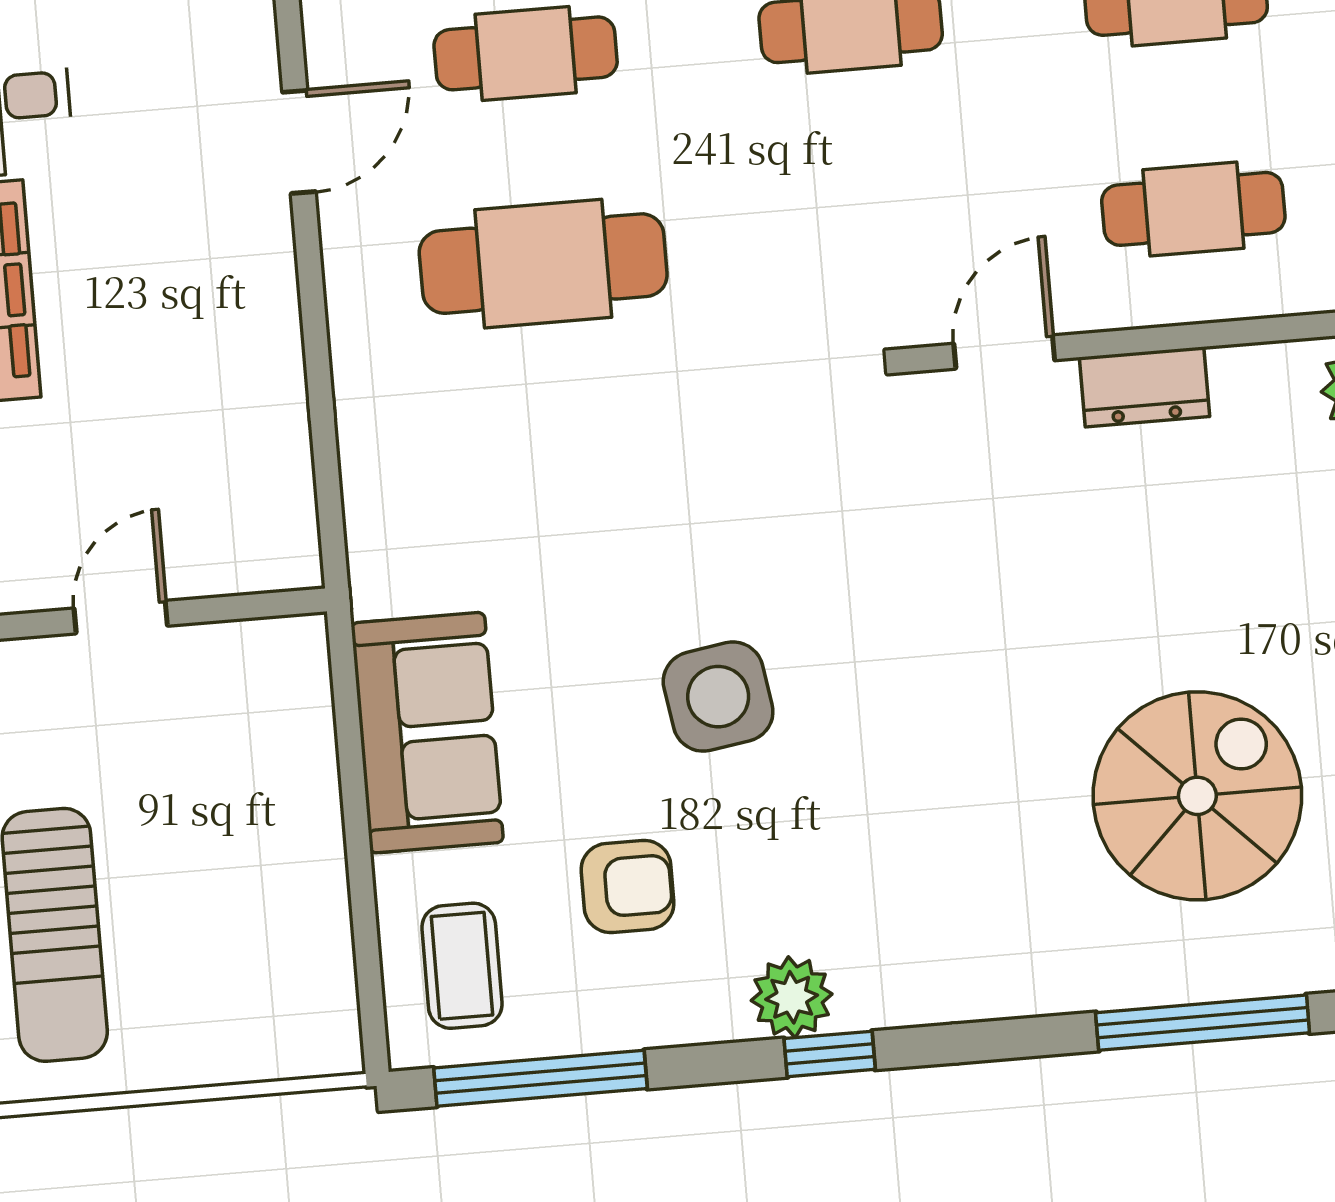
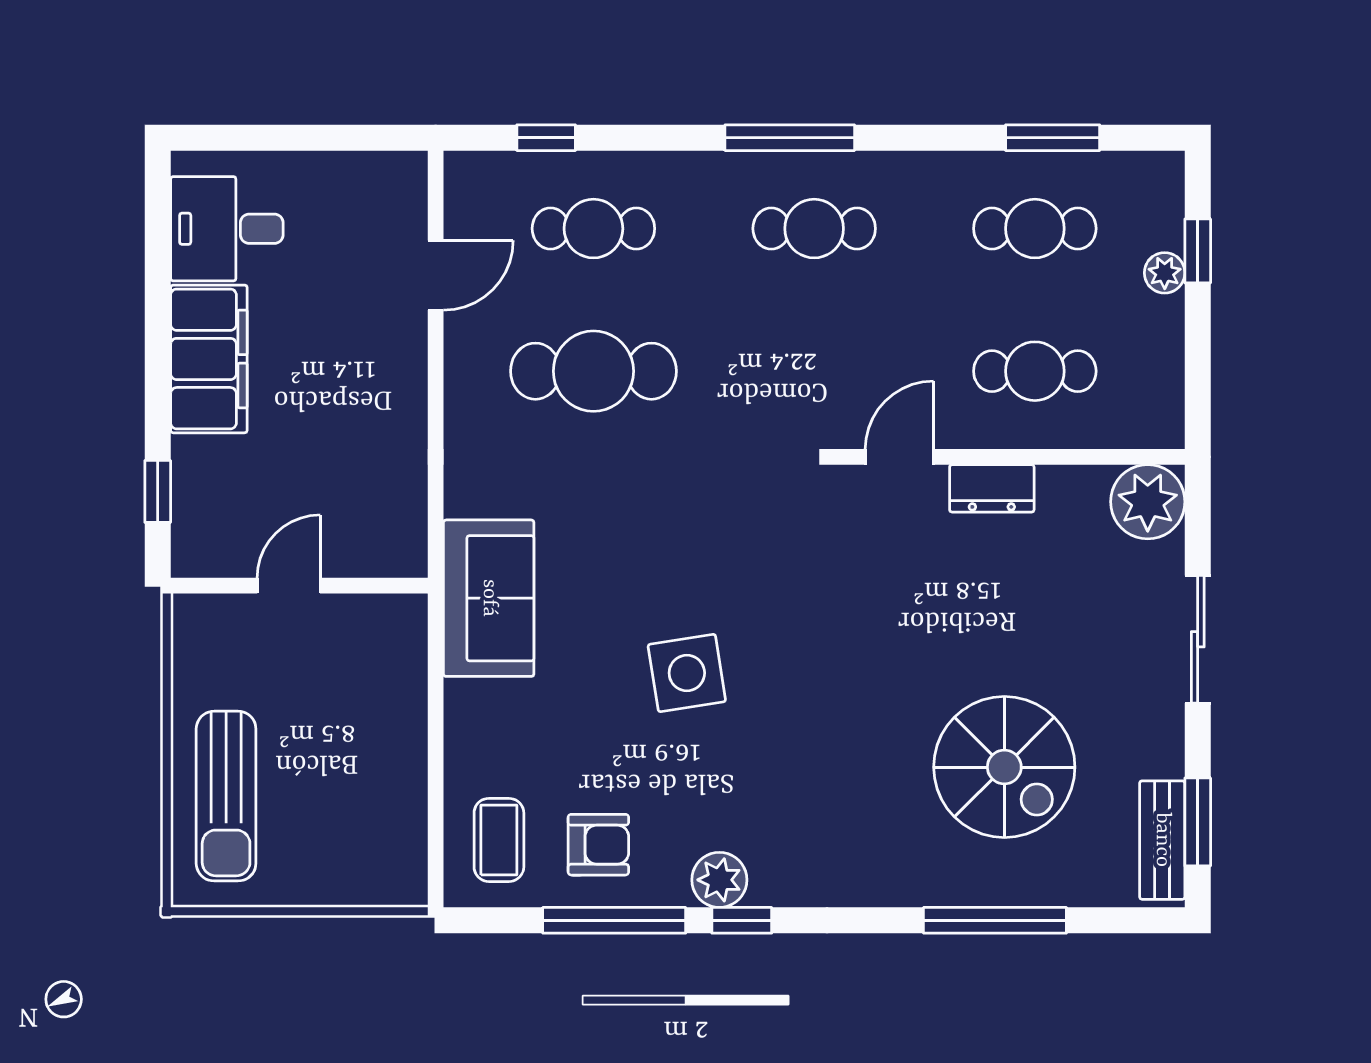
sofa: (427, 733) -> (489, 598), moved
spiral stairs: (1197, 796) -> (1004, 767), turned 90
armchair: (628, 886) -> (598, 845), moved
window: (540, 1078) -> (614, 920), moved

